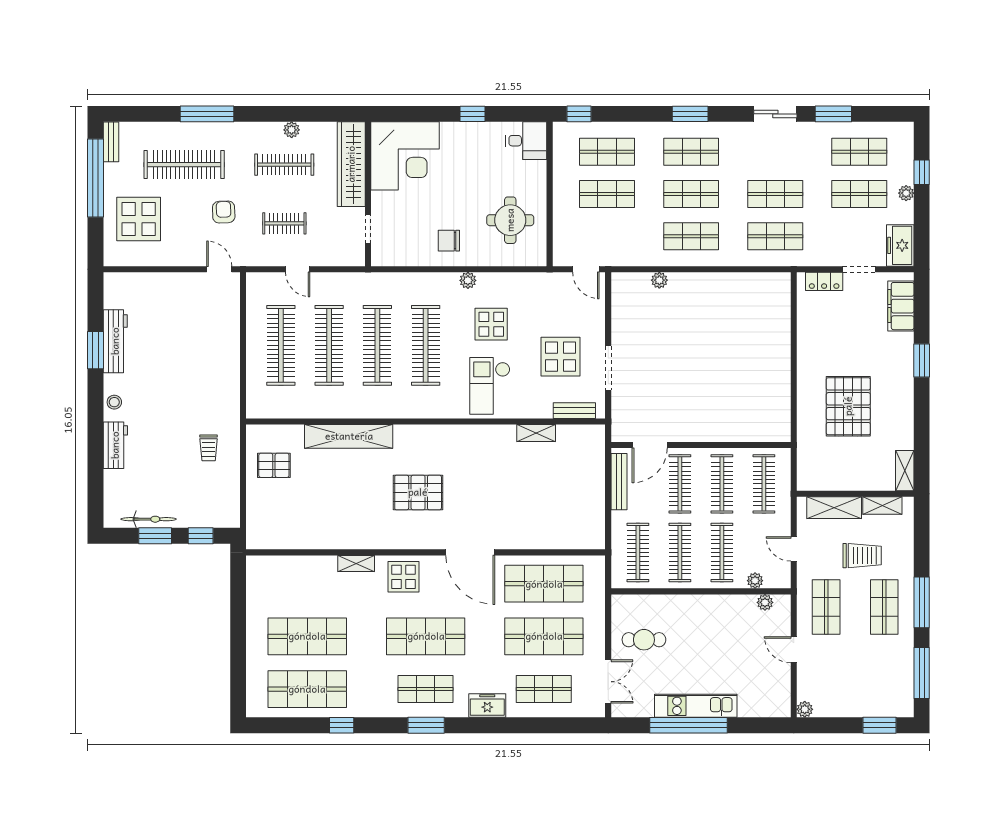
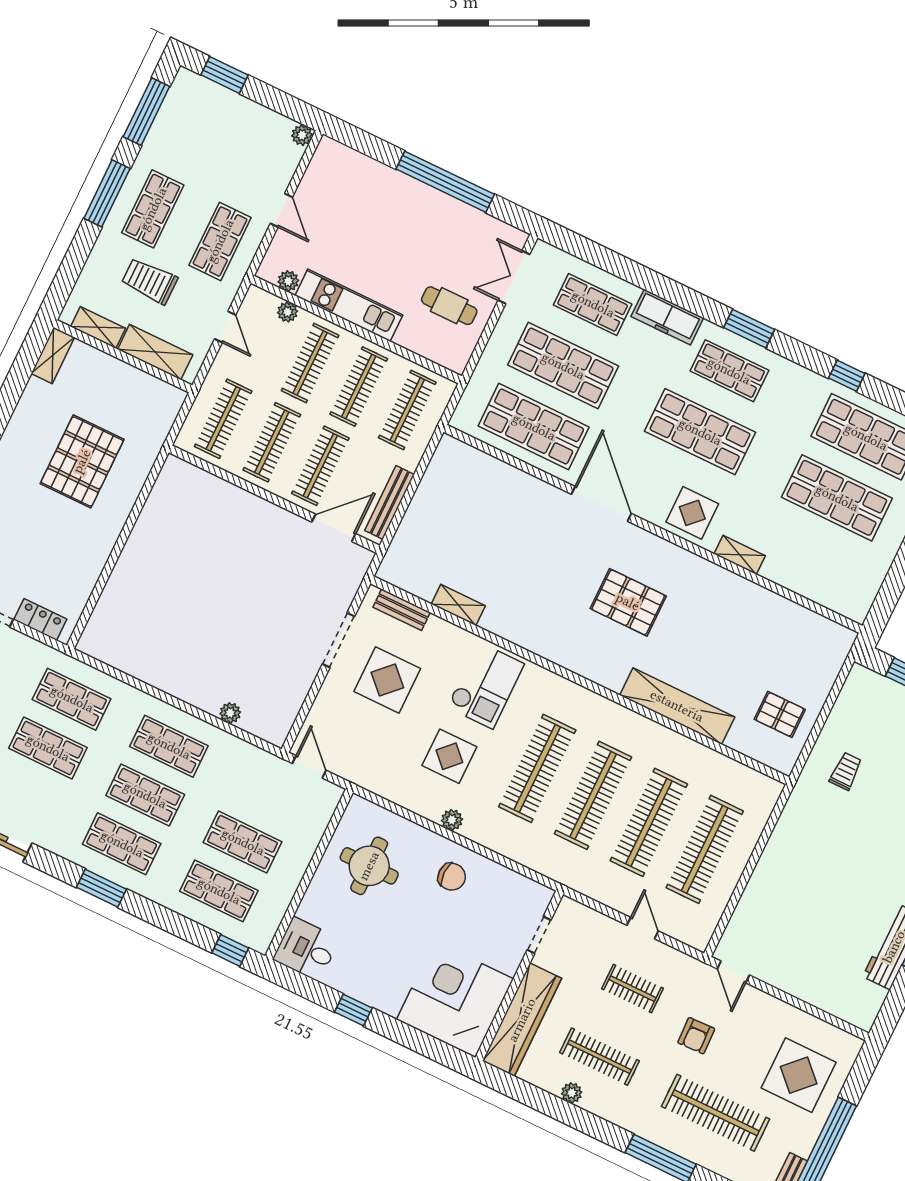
freezer: (487, 705) -> (667, 317), width x1.40
kitchen unit: (696, 706) -> (349, 305), moved, turned 180

